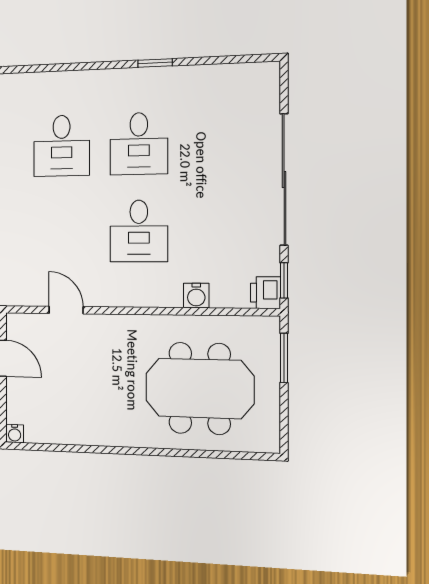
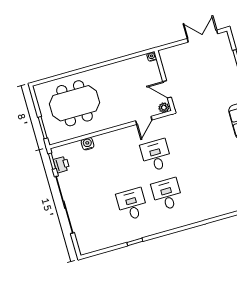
desk: (139, 231) -> (156, 155), moved
printer: (265, 293) -> (61, 165), moved
door: (66, 310) -> (144, 120), hinge flipped
plant: (19, 324) -> (164, 108), added

